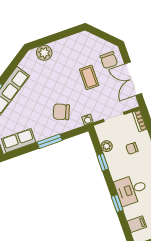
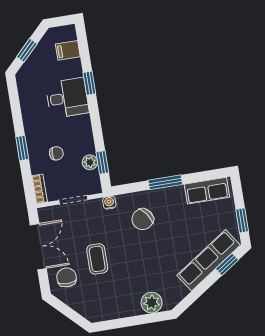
chair: (61, 112) -> (143, 219), turned 122
window: (103, 162) -> (102, 162), moved

